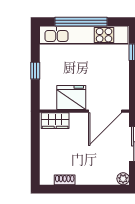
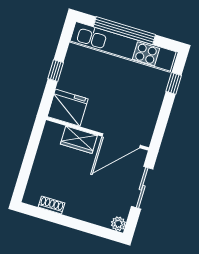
fridge: (71, 98) -> (68, 108), moved
wardrobe: (55, 121) -> (79, 140), moved

